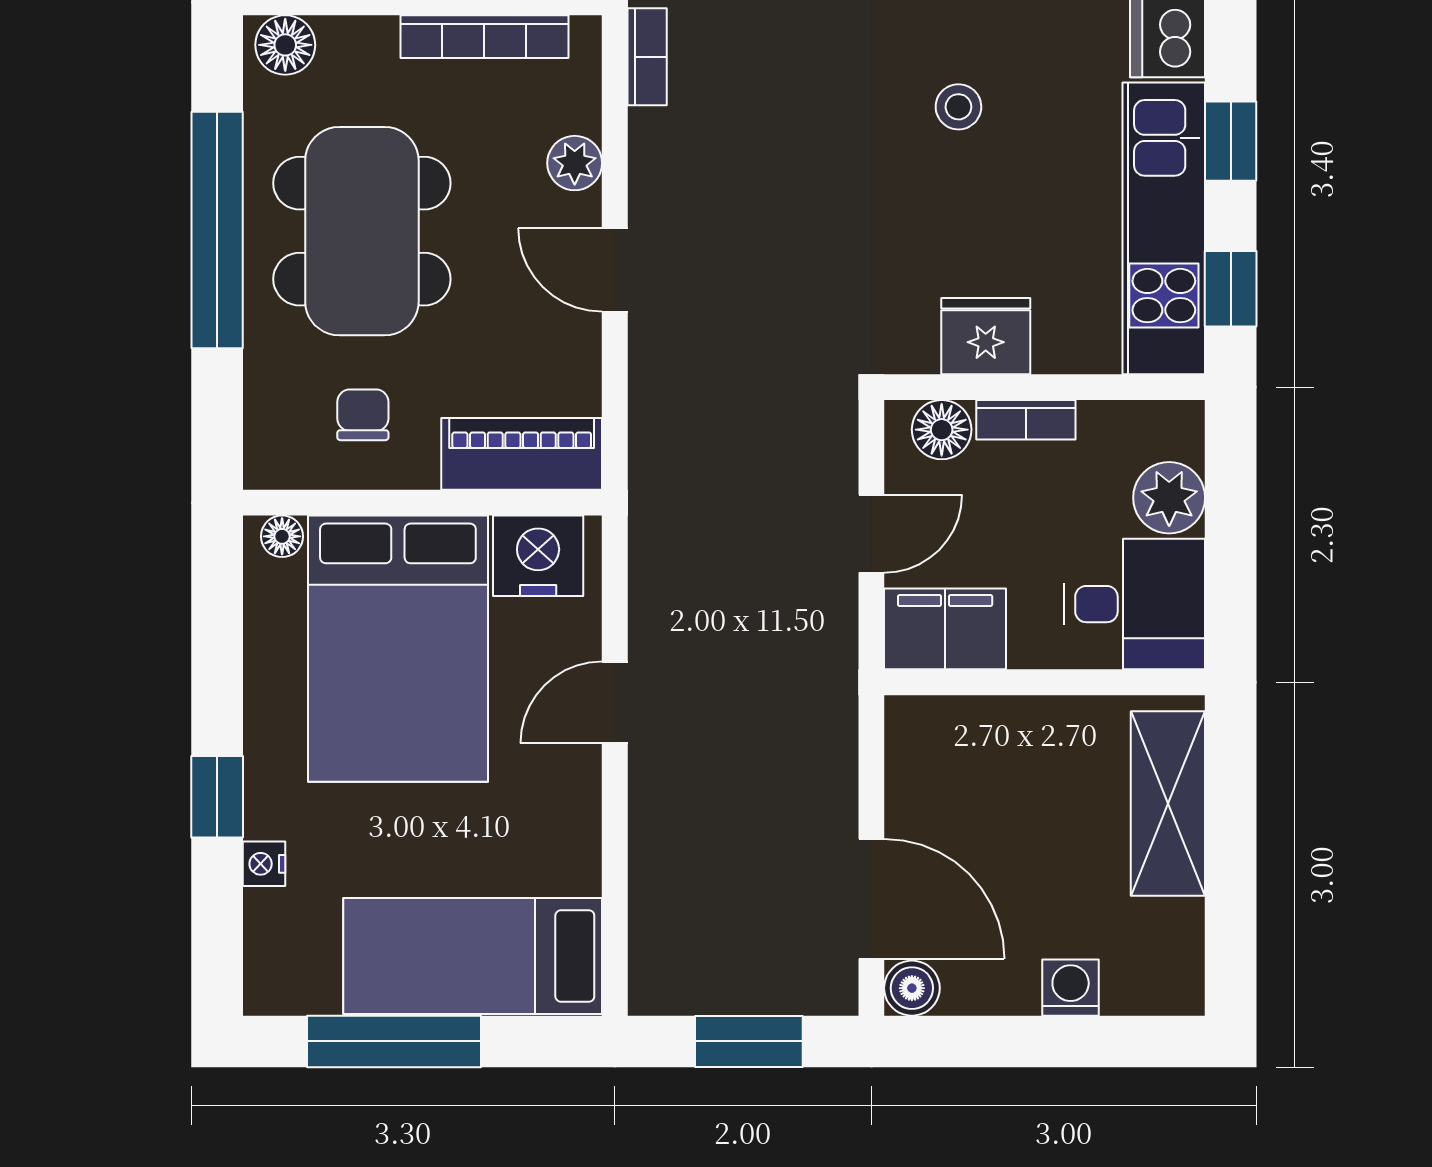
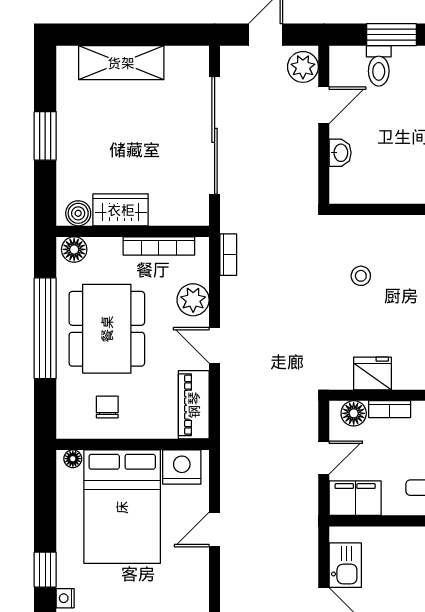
plant: (575, 163) -> (193, 300), width x1.38, depth x1.38
piano: (522, 454) -> (194, 405), moved, turned -90
kitchen sink: (922, 786) -> (345, 565), added

